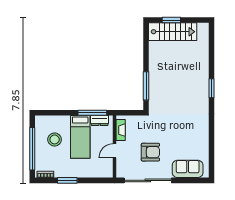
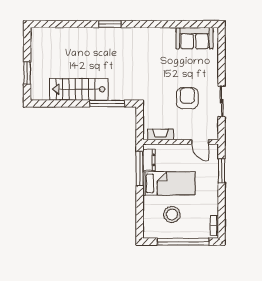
stairs: (173, 32) -> (79, 89), moved, turned -90
door: (114, 151) -> (200, 142), moved
sofa: (188, 169) -> (194, 38), moved, turned -90
window: (67, 180) -> (222, 171), moved
sliding door: (148, 180) -> (222, 101), width x0.54

